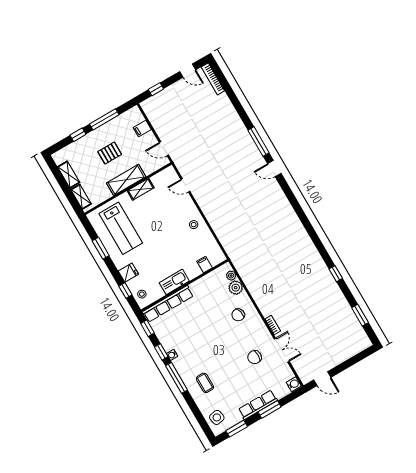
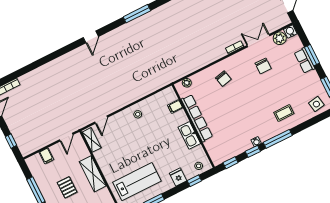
window: (259, 141) -> (137, 14), moved
shelving: (141, 189) -> (92, 140), moved
plant: (236, 288) -> (280, 38), moved
row of seats: (168, 304) -> (197, 118), moved
row of seats: (258, 405) -> (305, 61), width x0.68

